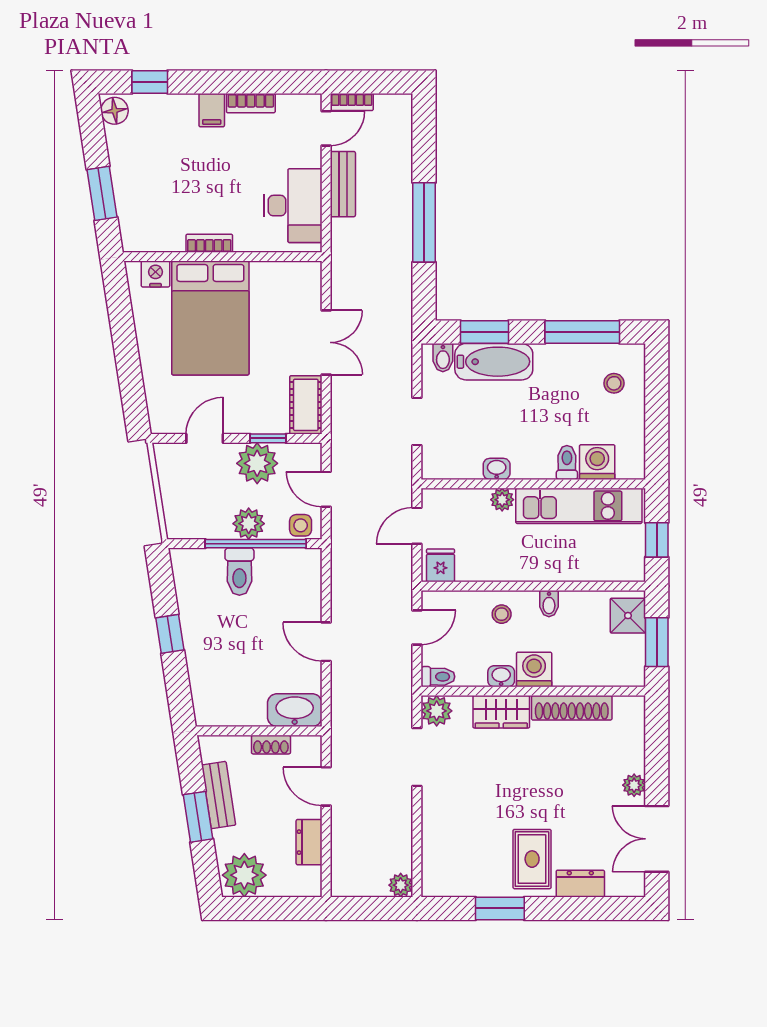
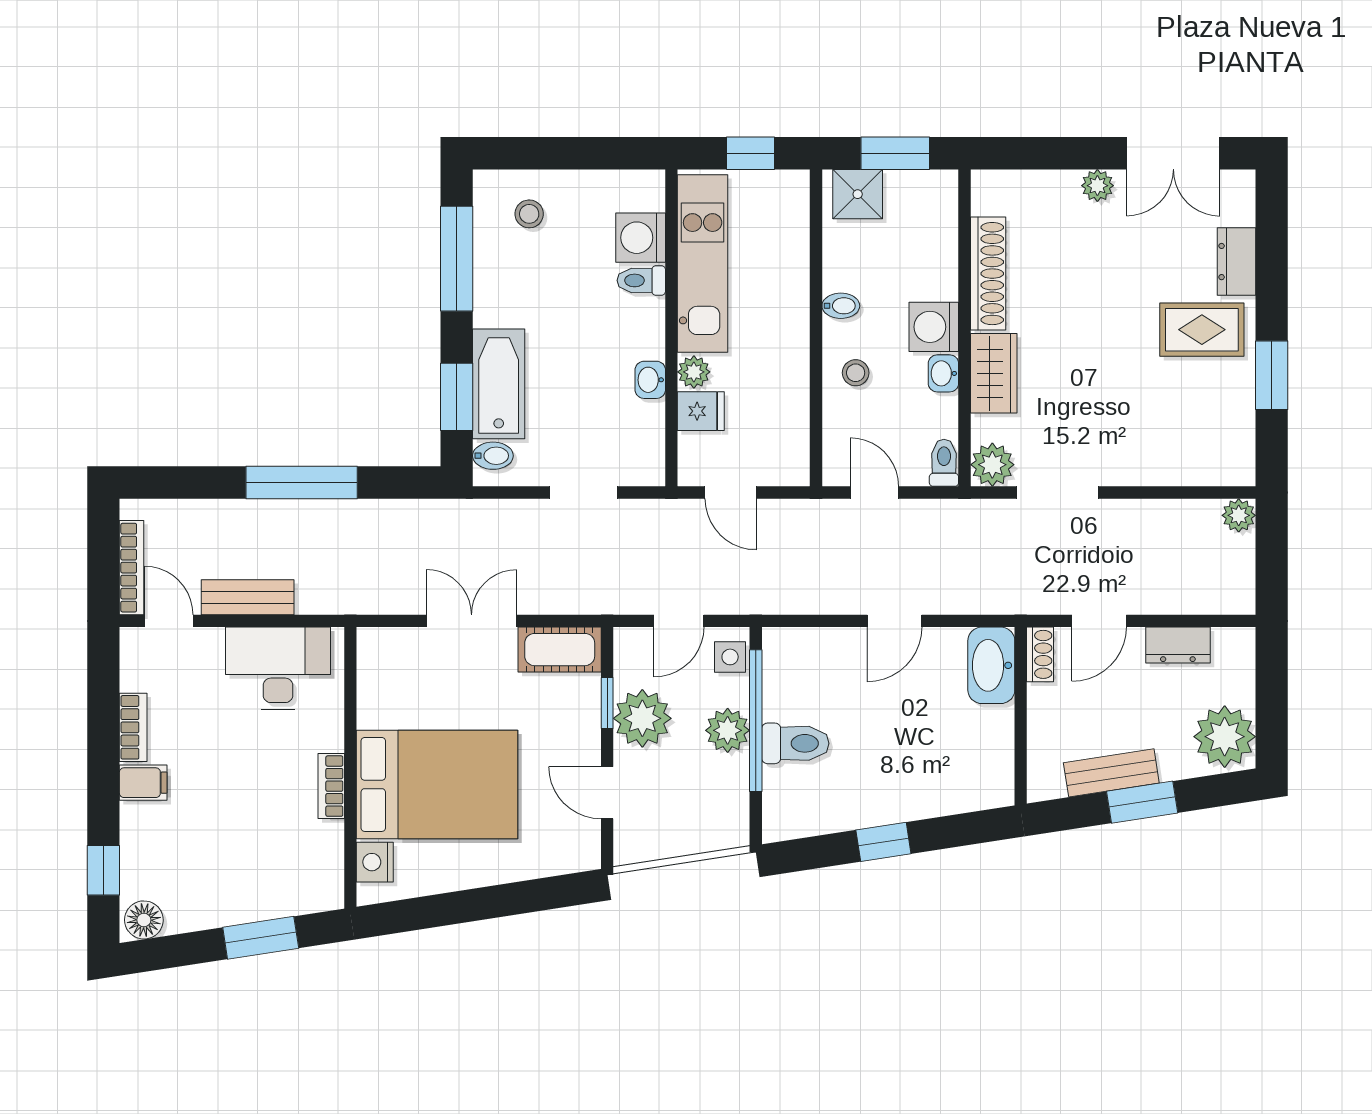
bookcase: (352, 102) -> (132, 568), width x1.56
fridge: (441, 565) -> (701, 411), moved, turned 180
shoe rack: (271, 745) -> (1040, 654), moved

